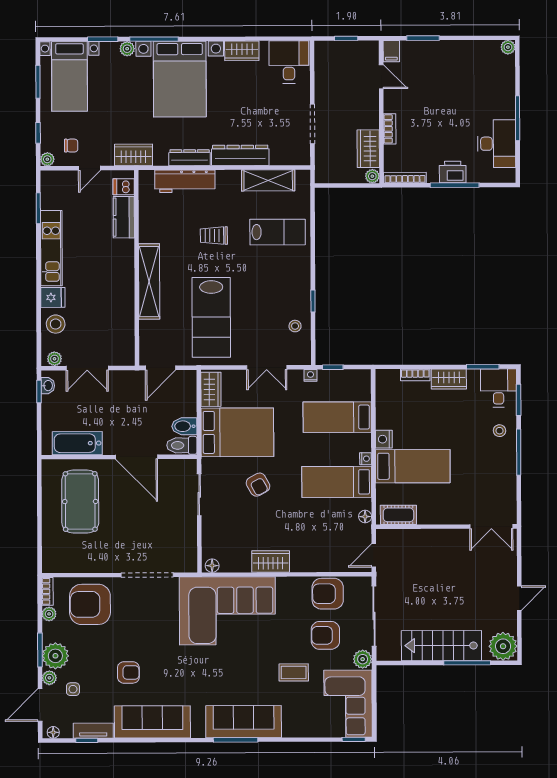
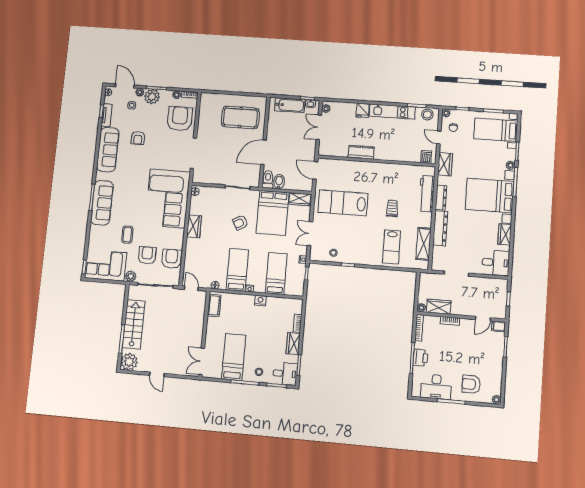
armchair: (487, 88) -> (471, 384), added
kitchen counter: (124, 217) -> (361, 152), moved
shelving: (149, 281) -> (368, 168), removed
stool: (56, 324) -> (427, 115), moved
bathtub: (77, 443) -> (290, 105), moved, turned 90
bed: (413, 466) -> (234, 357), moved, turned 180

